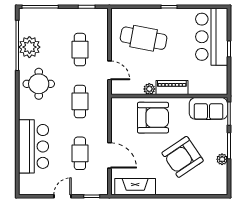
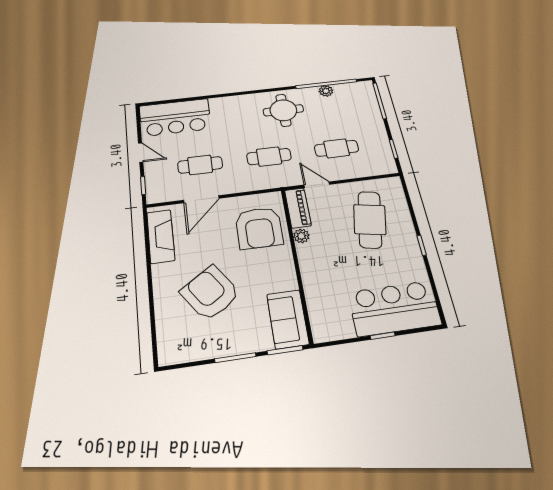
plant: (29, 47) -> (326, 91), width x0.53, depth x0.53
door: (109, 70) -> (317, 185), swing flipped
piano: (172, 88) -> (298, 208), moved
armchair: (153, 118) -> (259, 228), moved
bar counter: (34, 146) -> (175, 117), moved
plant: (222, 159) -> (213, 350), removed

